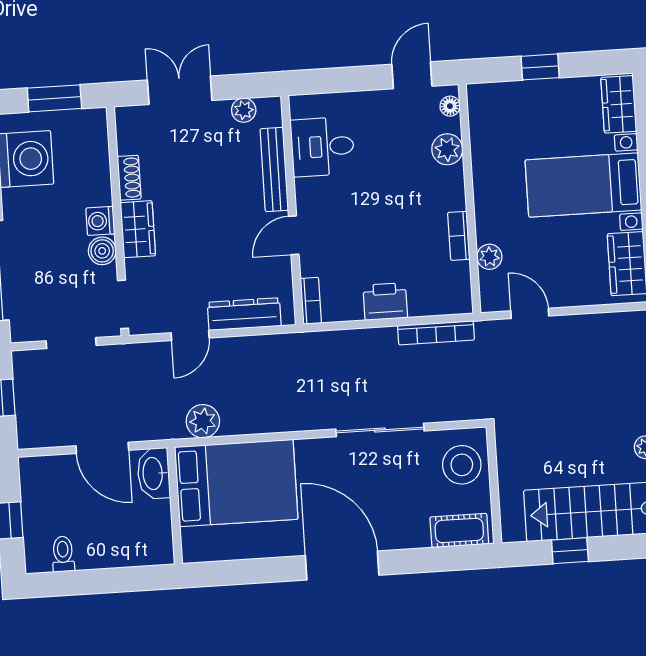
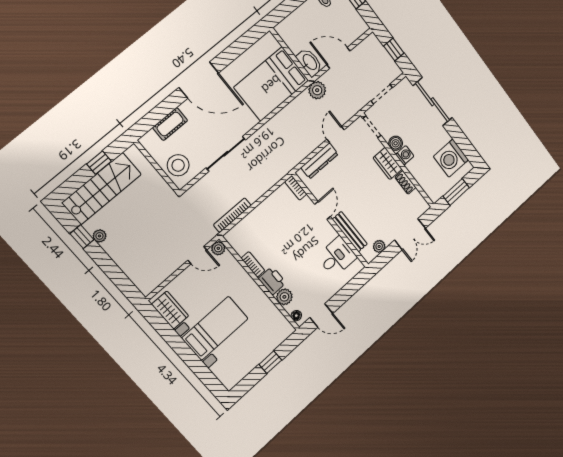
door: (412, 75) -> (321, 316), hinge flipped
wardrobe: (619, 104) -> (225, 374), removed
plant: (489, 257) -> (218, 248), moved
printer: (385, 302) -> (272, 281), moved, turned -90
plant: (203, 421) -> (317, 90), moved
cot: (459, 530) -> (170, 124), moved

